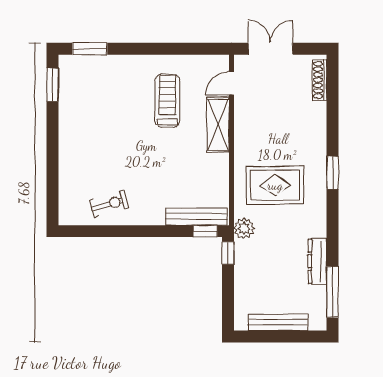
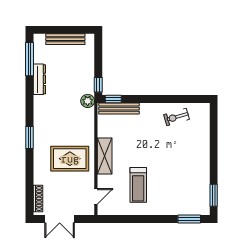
double door: (270, 49) -> (60, 219), moved
shelving: (218, 125) -> (105, 156), moved
rug: (275, 185) -> (70, 159), moved

